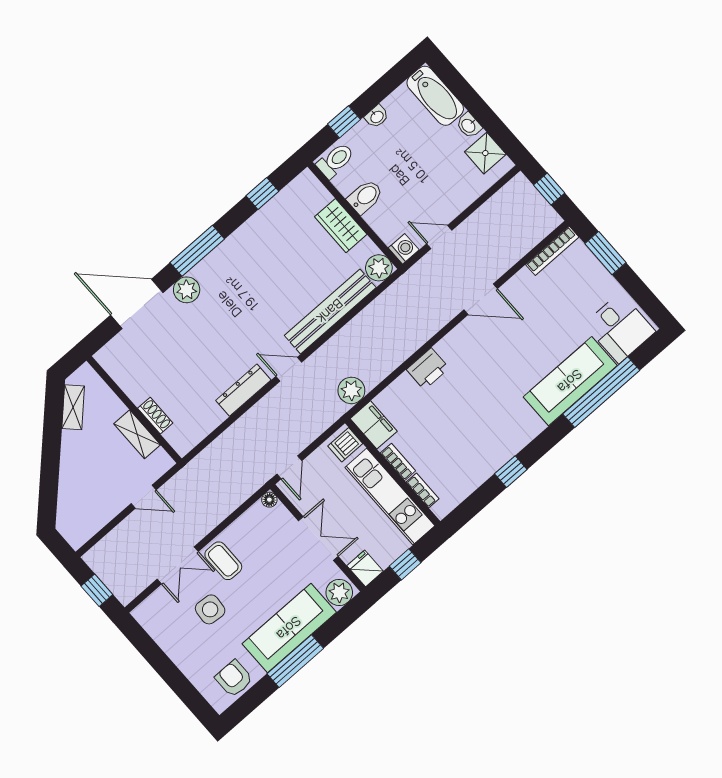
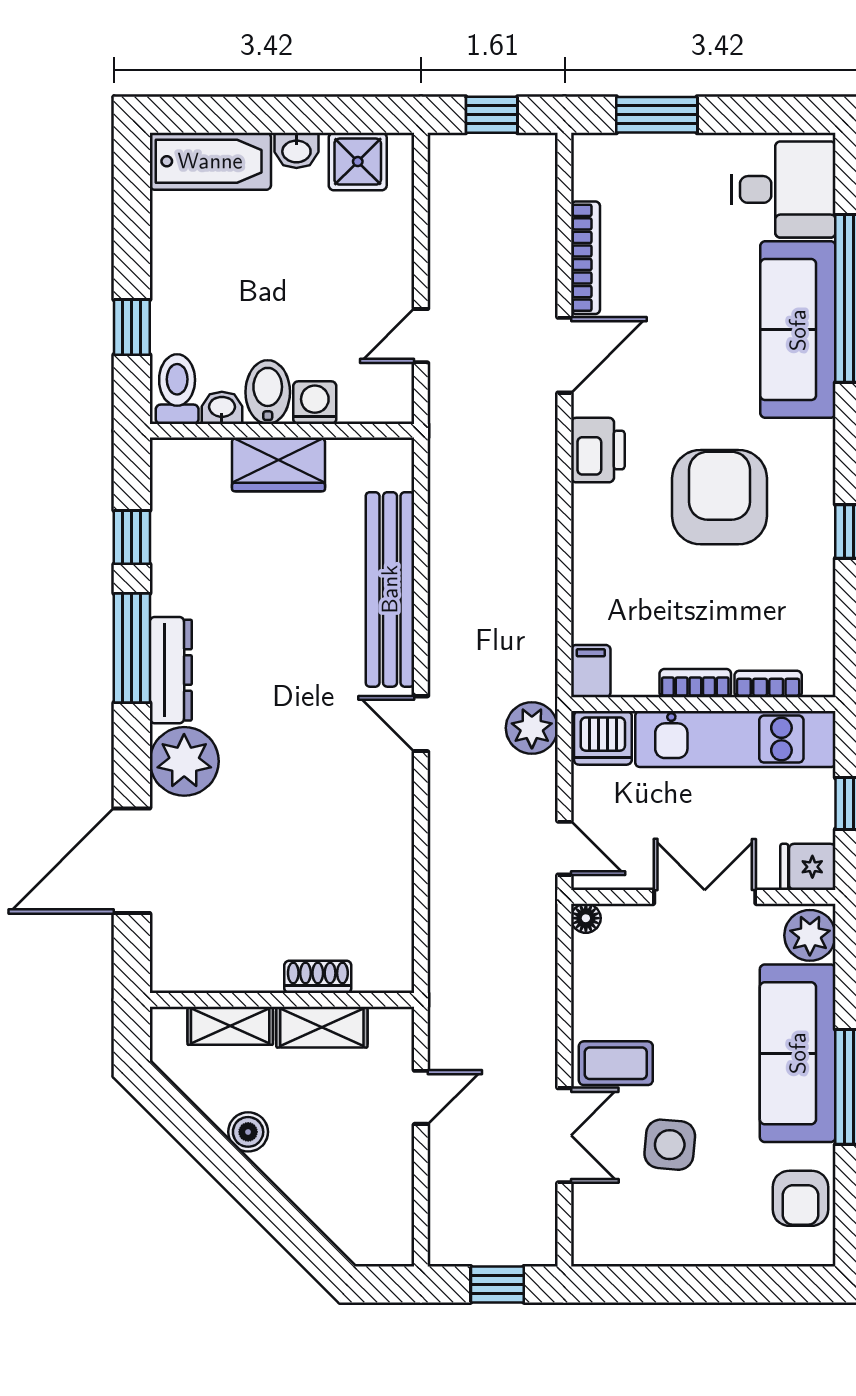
washbasin: (377, 117) -> (222, 408), moved, turned -90
washing machine: (404, 249) -> (315, 403), moved
window: (197, 251) -> (132, 648), moved
bookcase: (552, 251) -> (586, 258), moved
plant: (379, 268) -> (389, 463), removed
plant: (187, 290) -> (184, 761), width x1.36, depth x1.36
door: (289, 369) -> (421, 724), hinge flipped
printer: (428, 369) -> (598, 450), moved
dresser: (243, 390) -> (171, 670), moved, turned 180
plant: (351, 390) -> (532, 728), moved
shelving: (73, 407) -> (230, 1026), moved, turned -45
armchair: (478, 408) -> (720, 497), added
filing cabinet: (374, 425) -> (591, 671), width x0.50
boiler: (71, 441) -> (248, 1132), added
dishwasher: (345, 445) -> (603, 738), width x1.38
armchair: (234, 679) -> (800, 1198), turned -90

